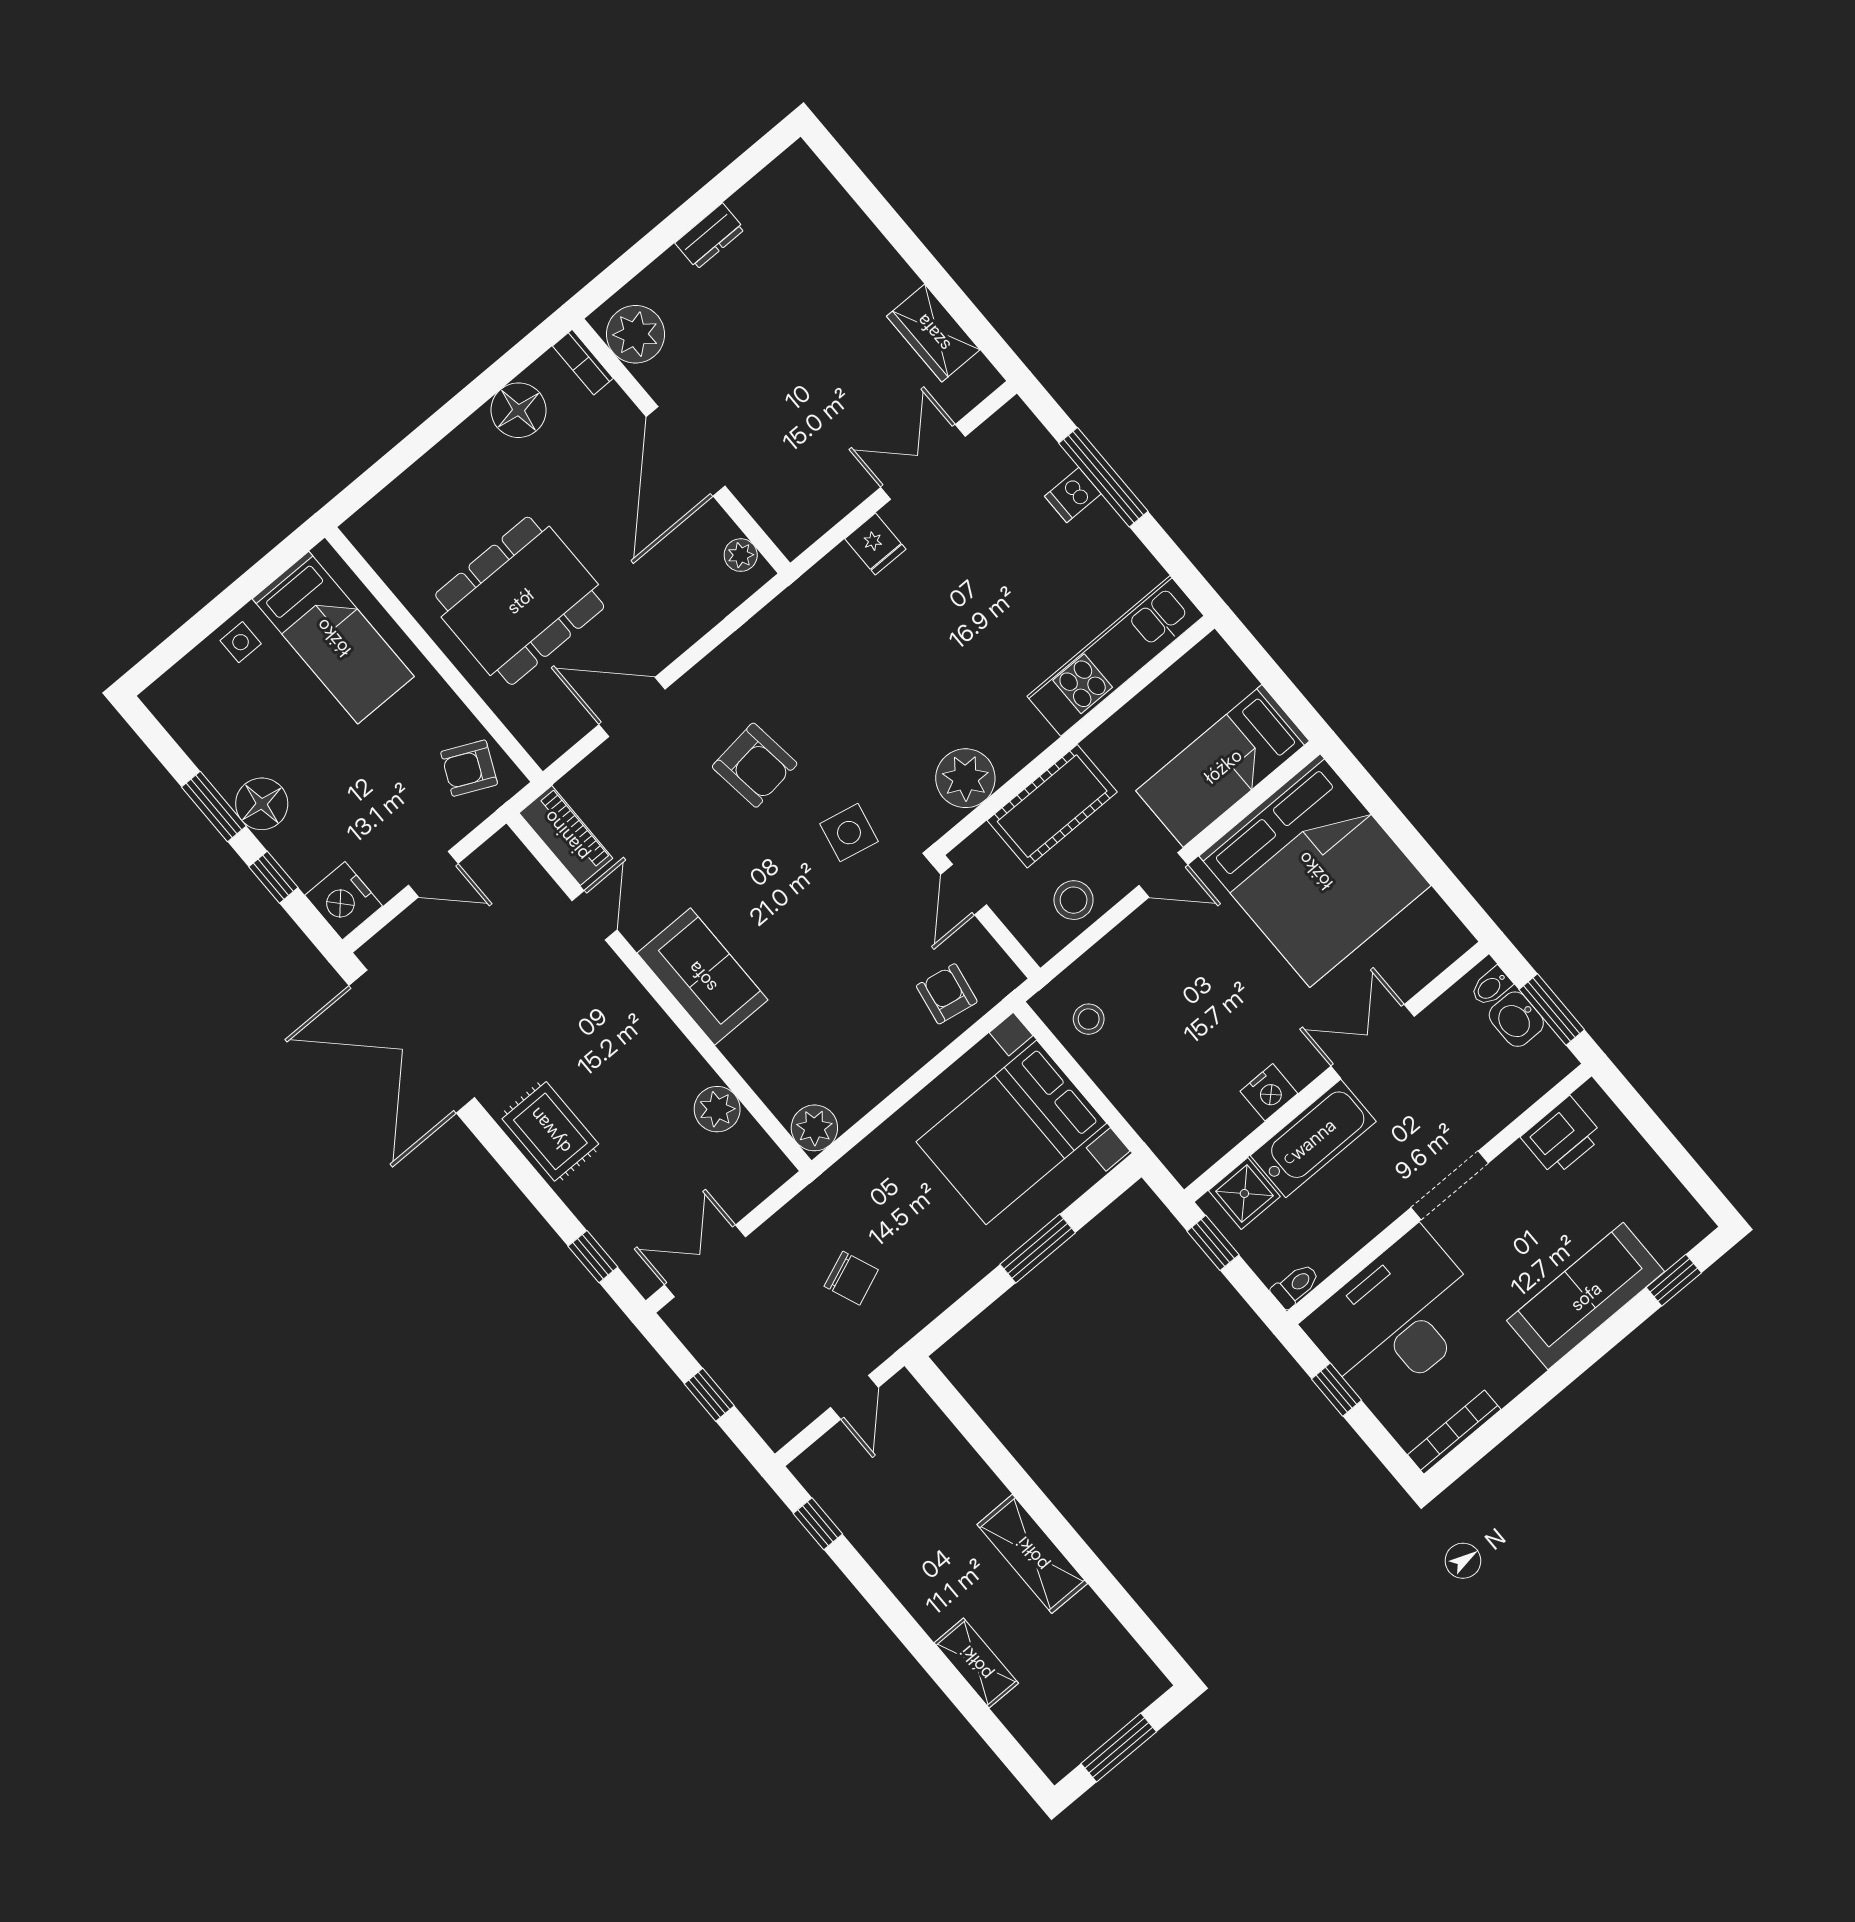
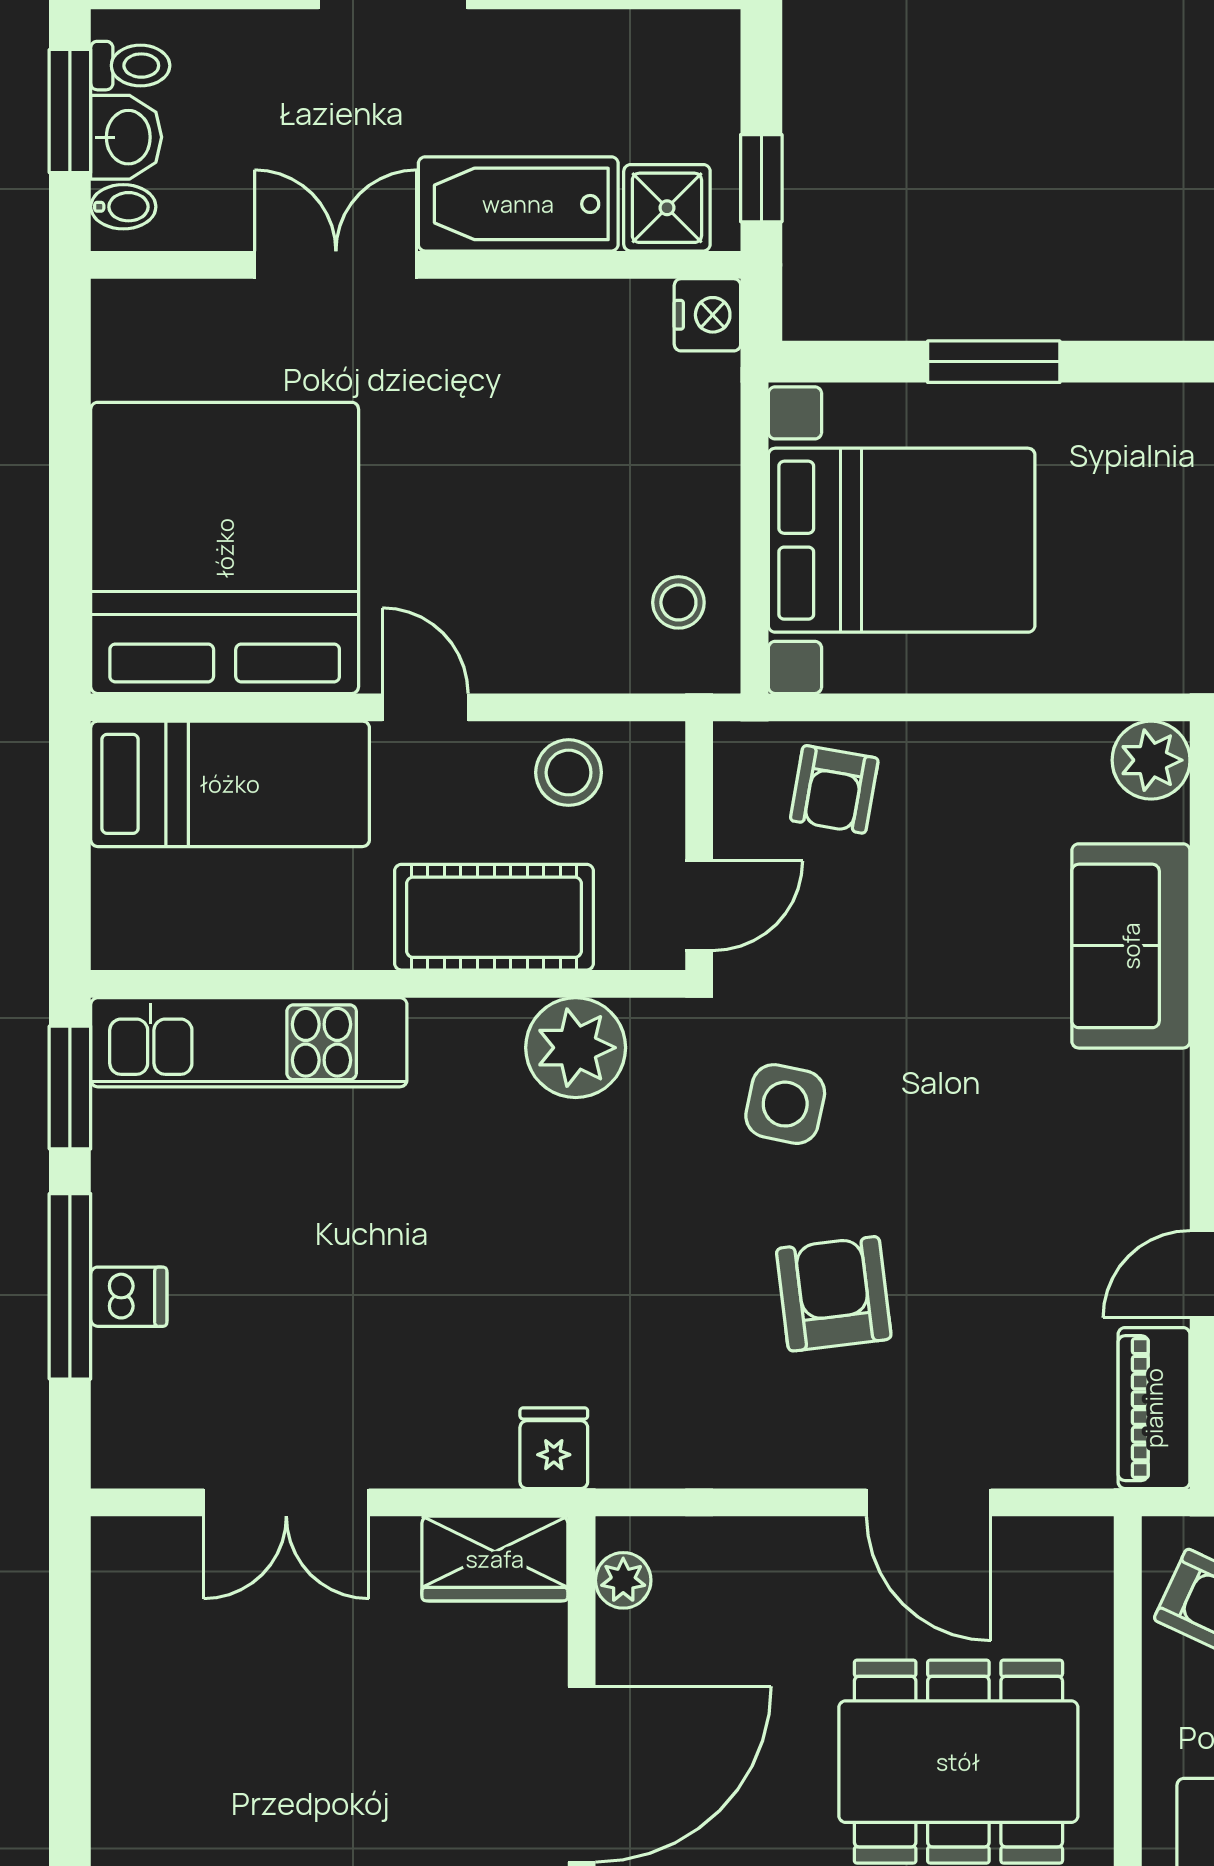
wardrobe: (933, 333) -> (495, 1559), moved, turned 90
fridge: (875, 544) -> (554, 1448), moved
window: (1179, 567) -> (70, 1087), added
sofa: (702, 977) -> (1131, 946), moved
double door: (1373, 1041) -> (336, 265), swing flipped
nightstand: (1269, 1092) -> (707, 315), moved, turned 90
toilet: (1295, 1286) -> (130, 66), moved, turned 180

